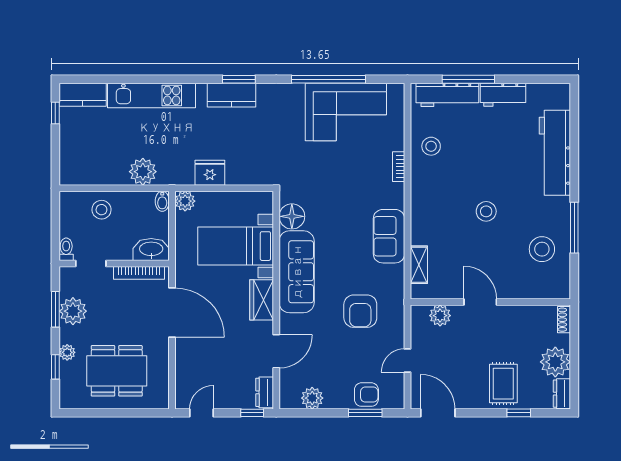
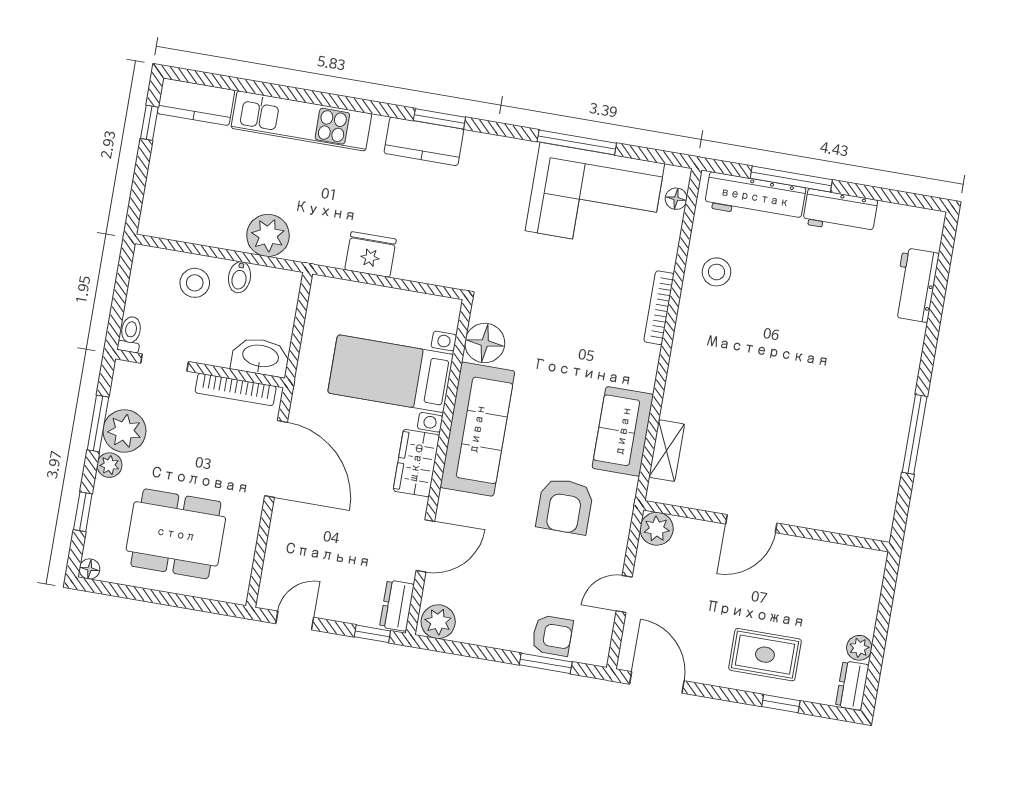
window: (329, 79) -> (577, 142), width x0.68
floor lamp: (398, 104) -> (676, 199), added
workbench: (555, 153) -> (915, 285), width x0.53, depth x0.76
bookcase: (399, 167) -> (659, 308), width x1.56
bidet: (162, 201) -> (239, 277), moved
plant: (185, 201) -> (325, 292), removed
stool: (486, 211) -> (784, 386), removed
sofa: (389, 236) -> (623, 431), moved
stool: (542, 249) -> (859, 459), removed
door: (480, 302) -> (751, 524), swing flipped
plant: (440, 316) -> (657, 529), moved
shoe rack: (564, 320) -> (875, 573), removed
plant: (67, 352) -> (109, 465), moved
plant: (555, 362) -> (859, 648), width x0.53, depth x0.53
rug: (503, 384) -> (765, 655), turned 90
plant: (312, 398) -> (438, 622), moved
floor lamp: (66, 402) -> (90, 569), added

